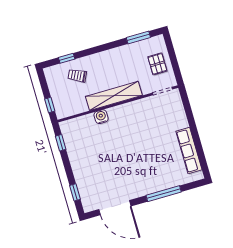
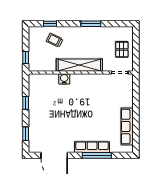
window: (138, 37) -> (91, 24), moved
window: (61, 143) -> (26, 103), moved
row of seats: (156, 186) -> (92, 147), added

